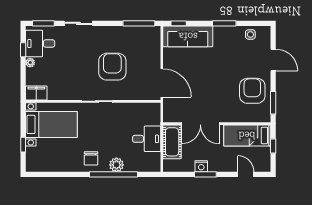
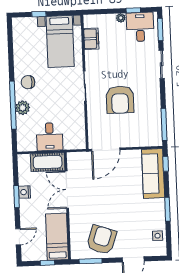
armchair: (112, 67) -> (120, 100), turned 90
armchair: (252, 91) -> (102, 240), turned -71
filing cabinet: (36, 93) -> (91, 39), moved

